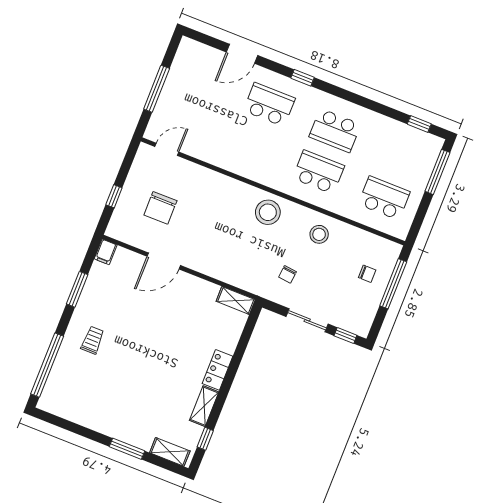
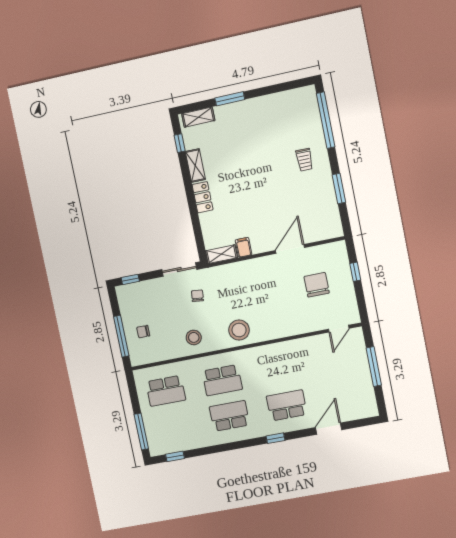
school desk: (269, 104) -> (287, 405), turned 180
filing cabinet: (106, 252) -> (243, 247), moved
sliding door: (307, 320) -> (179, 269), moved

